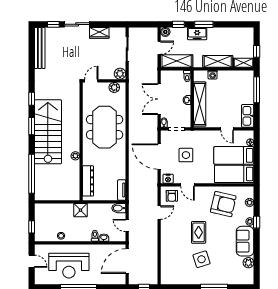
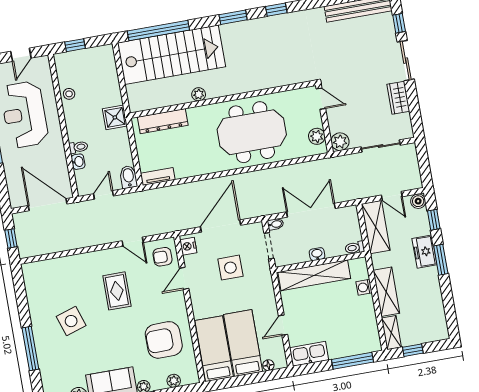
stairs: (48, 132) -> (171, 55), moved
armchair: (223, 204) -> (164, 340), turned 76
rug: (199, 232) -> (117, 291), moved, turned 90

